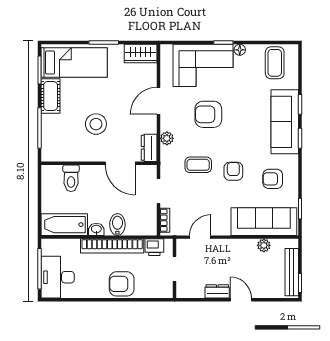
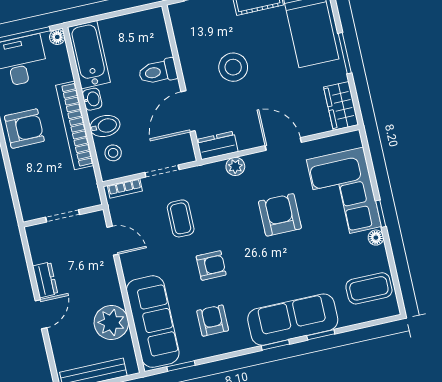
coffee table: (198, 165) -> (181, 218), moved
toilet: (71, 178) -> (158, 72), moved
stool: (138, 223) -> (113, 153), added
floor lamp: (47, 244) -> (57, 37), added
plant: (264, 245) -> (111, 322), width x1.87, depth x1.87
printer: (154, 247) -> (86, 182), removed
armchair: (122, 284) -> (24, 129), moved, turned 90

